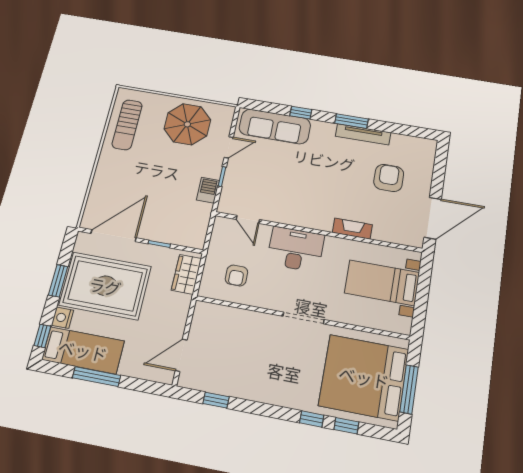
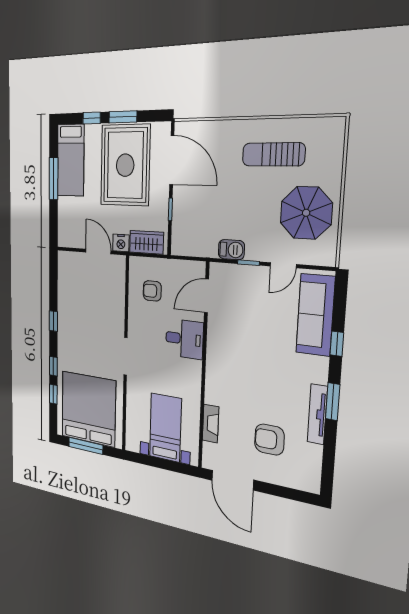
sun lounger: (127, 125) -> (273, 154), moved
door: (229, 147) -> (283, 265), hinge flipped
armchair: (389, 178) -> (269, 440), turned 180
door: (248, 219) -> (206, 296), width x1.38
fireplace: (352, 229) -> (211, 424), moved
desk: (295, 249) -> (184, 339), width x0.73
nightstand: (62, 318) -> (121, 243), moved, turned 180
window: (42, 336) -> (92, 118), moved
door: (181, 355) -> (98, 252), moved
window: (216, 400) -> (53, 321), moved

